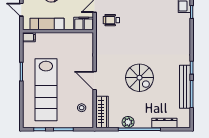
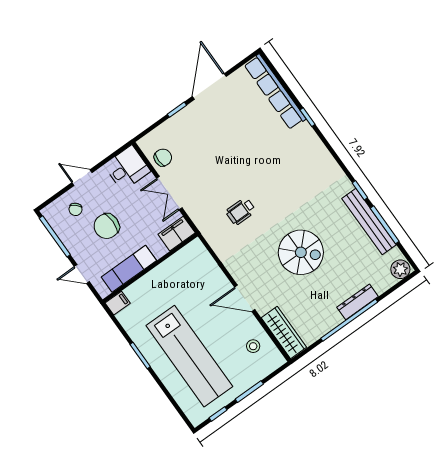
wheelchair: (111, 20) -> (241, 211), moved
plant: (128, 122) -> (400, 269), moved
dresser: (164, 123) -> (358, 302), moved

